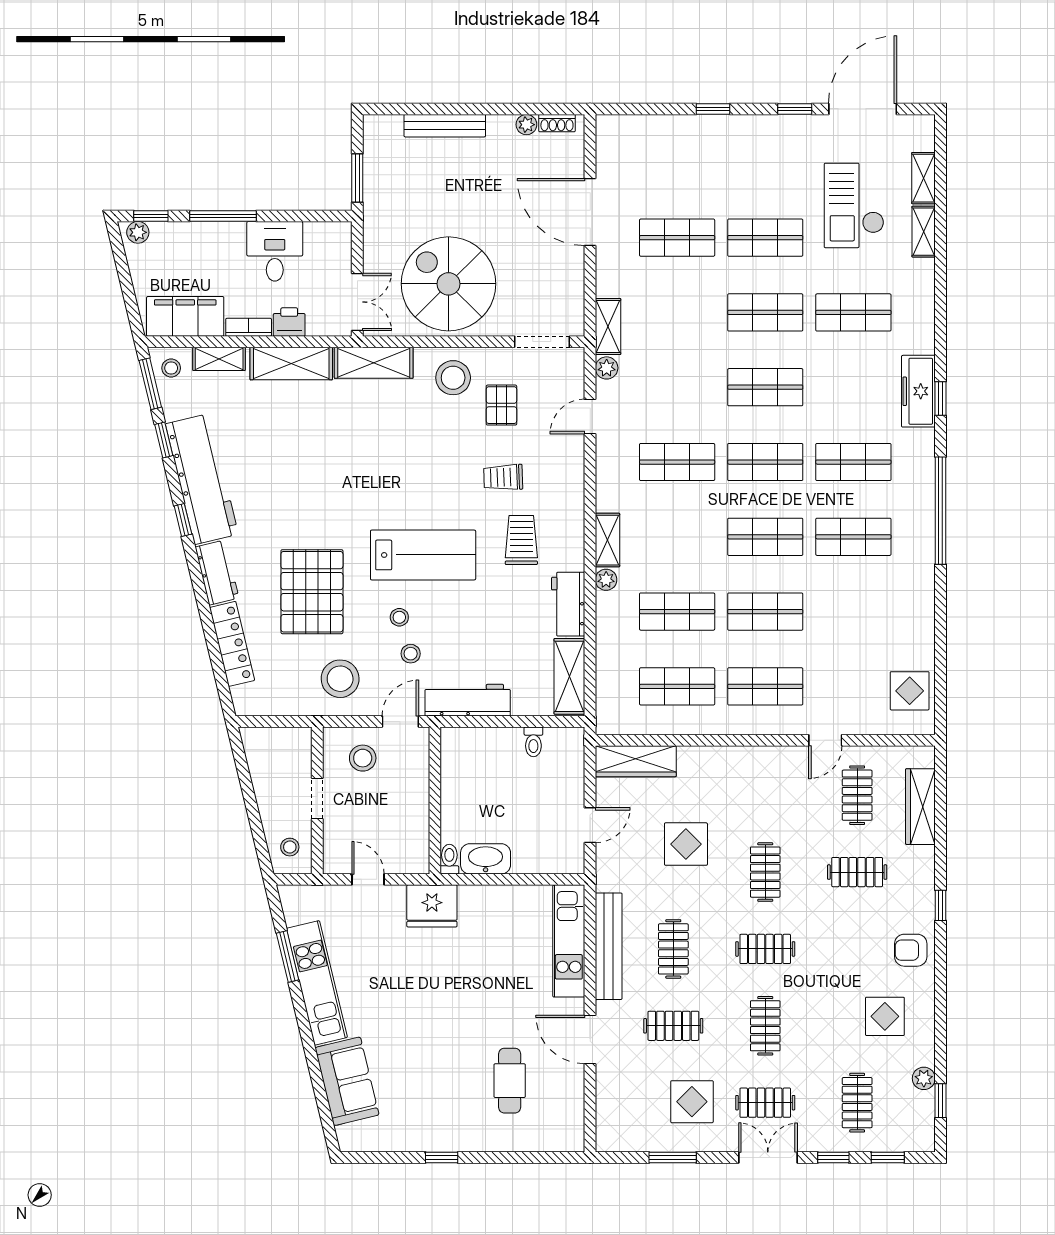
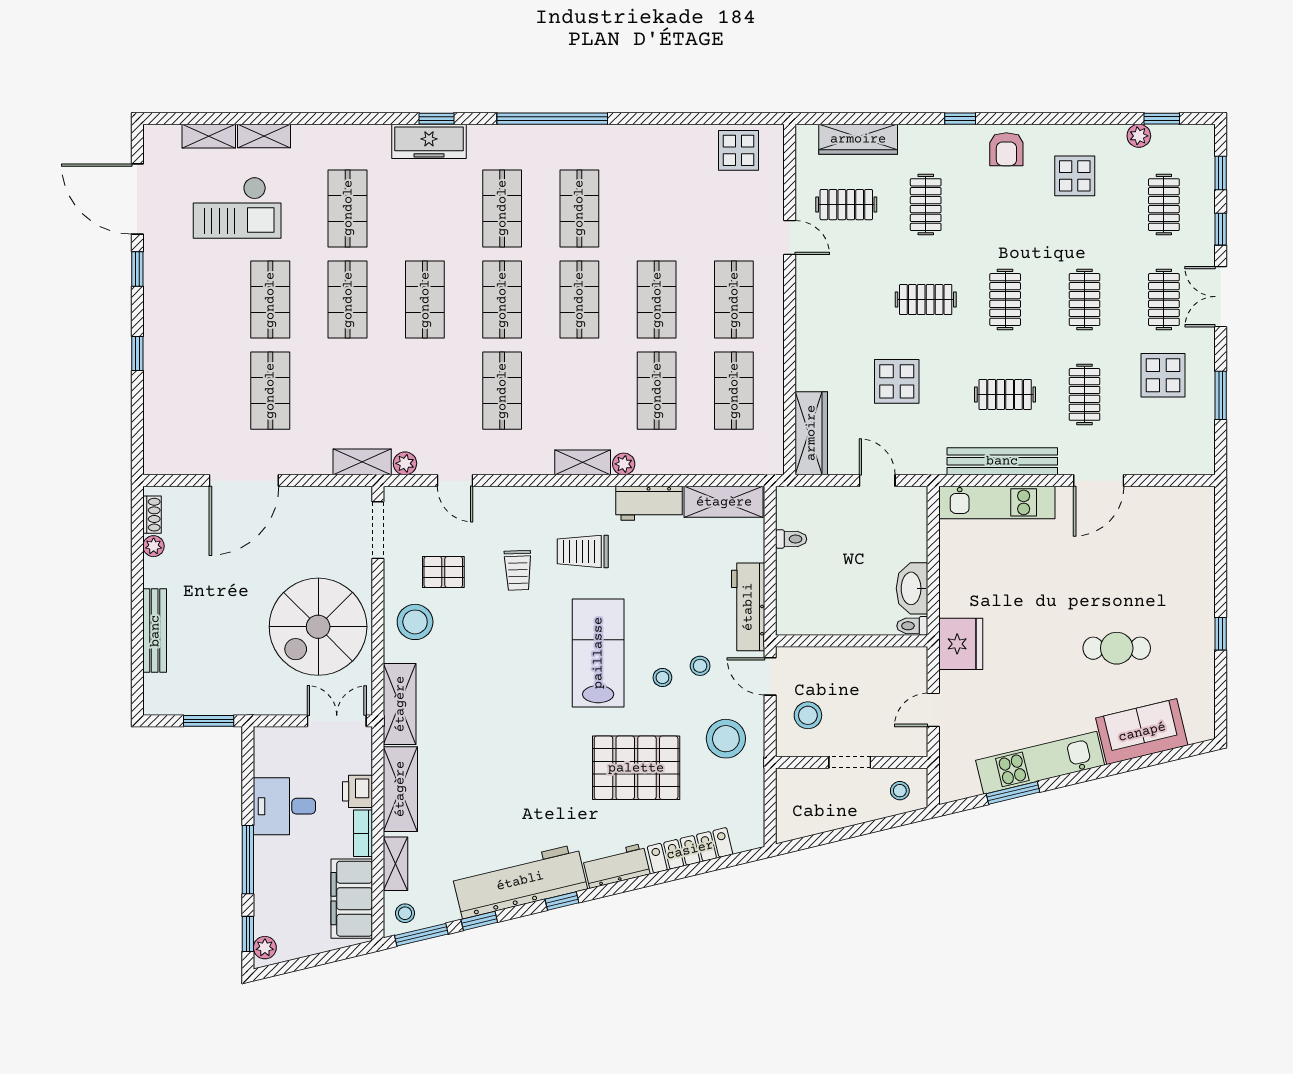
clothes rail: (765, 1026) -> (1084, 300), turned 90
cafe table: (510, 1081) -> (1117, 648), moved
clothes rail: (857, 1103) -> (1164, 205), turned 90

